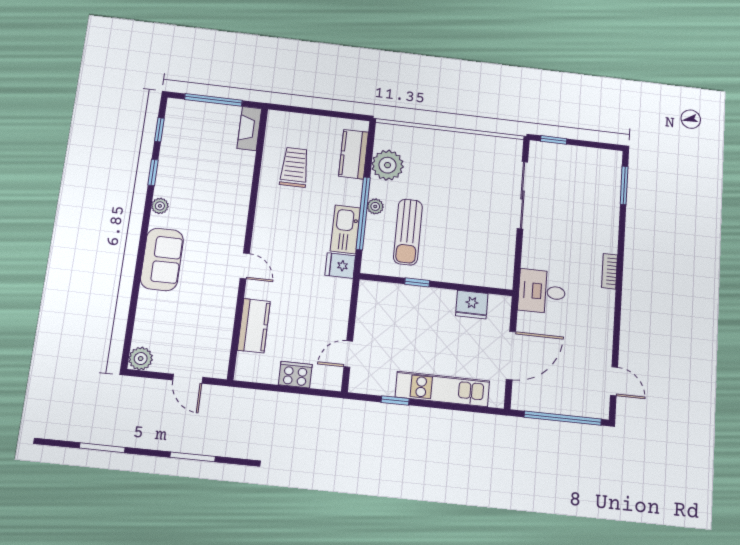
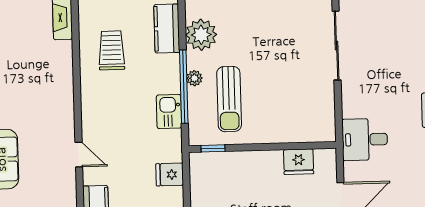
kitchen sink: (345, 229) -> (169, 112), width x0.73
fridge: (340, 266) -> (170, 174), moved
window: (417, 282) -> (213, 148), moved

